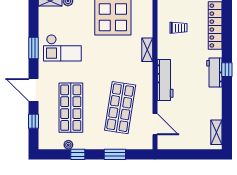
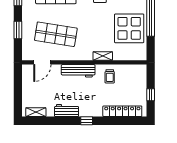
trolley: (179, 28) -> (110, 76), moved
workbench: (214, 73) -> (67, 111), moved

